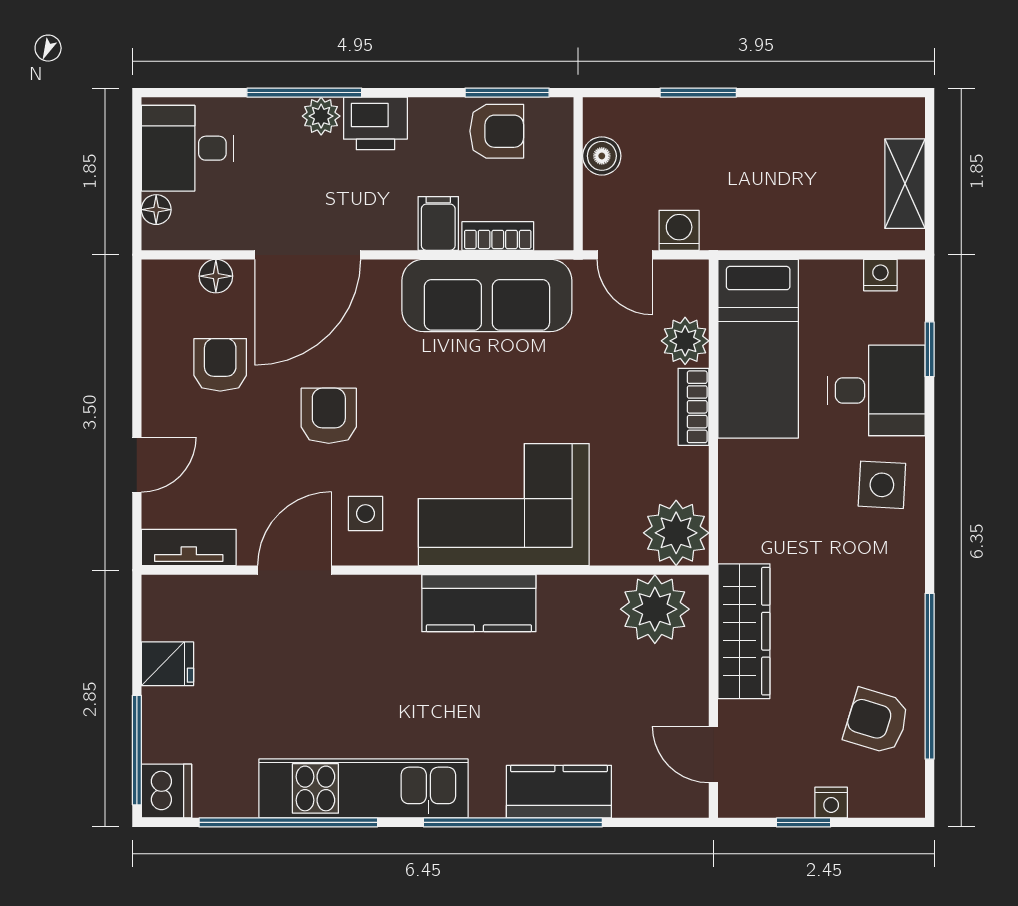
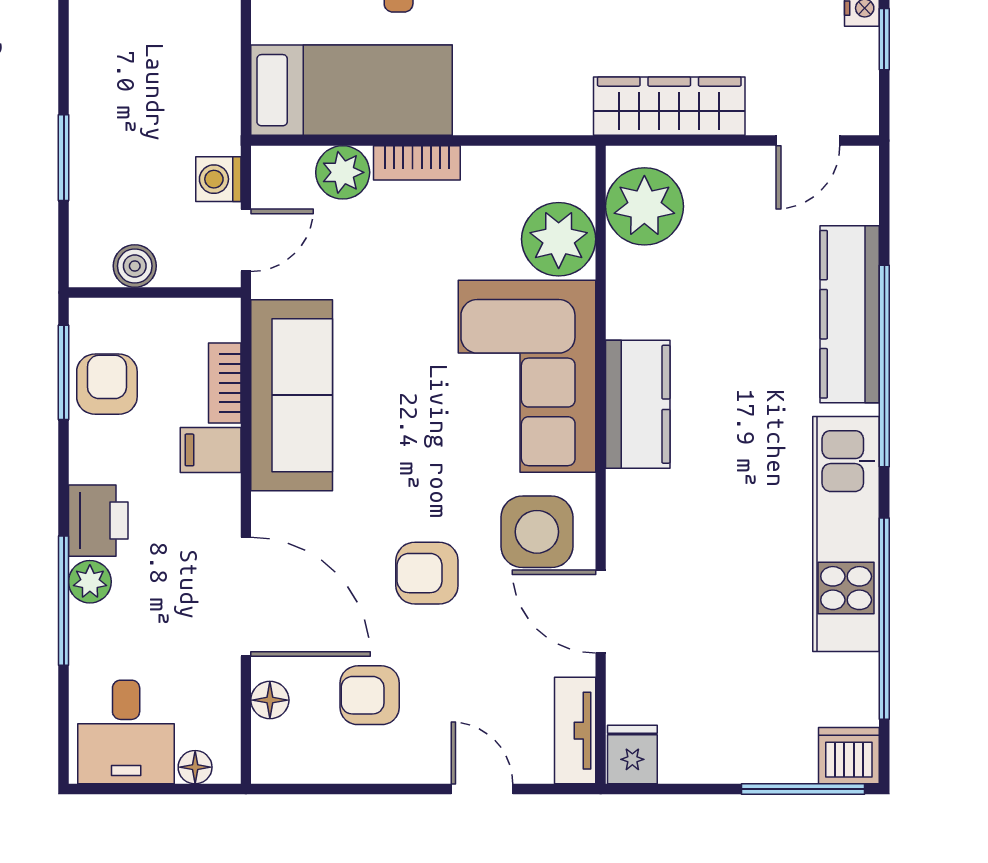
side table: (365, 514) -> (537, 532), width x1.87, depth x1.87
plant: (676, 533) -> (559, 239), moved
fridge: (167, 664) -> (632, 755), moved
kitchen counter: (559, 792) -> (850, 314), width x1.50

